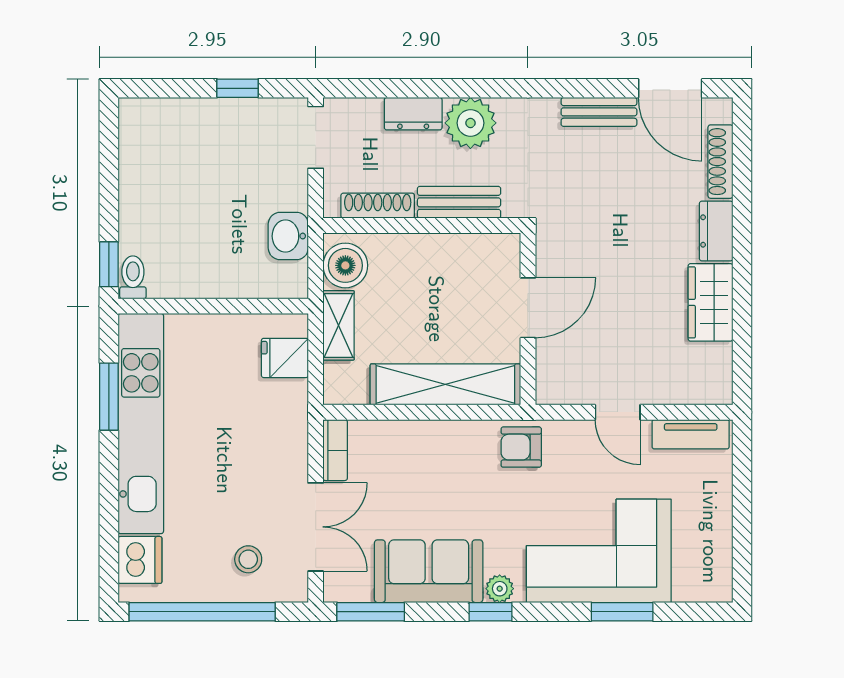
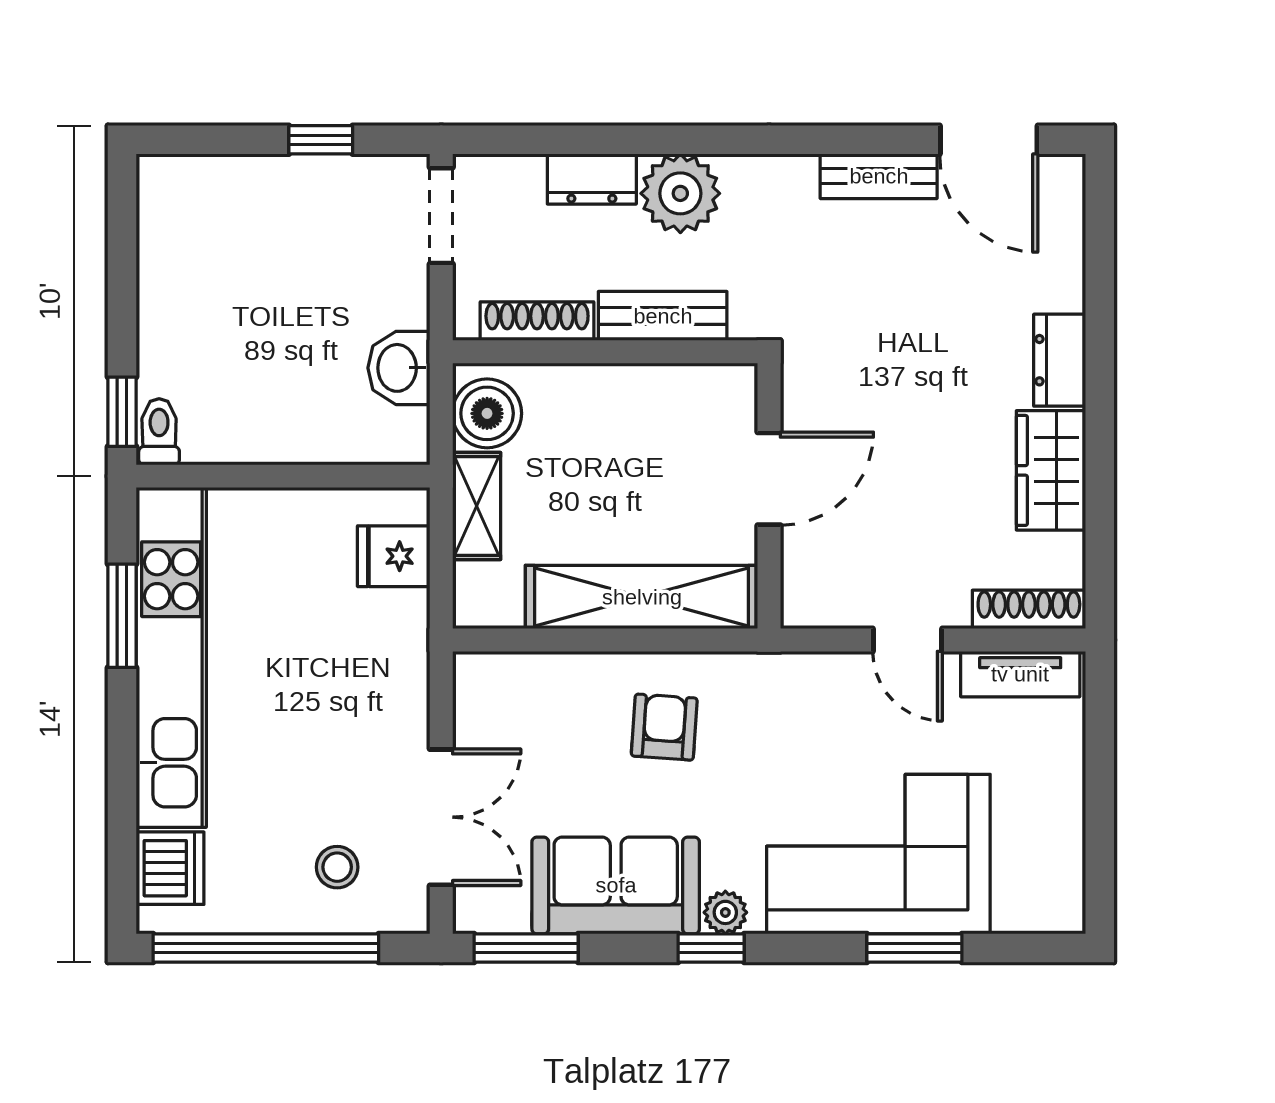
shoe rack: (720, 162) -> (1029, 609), moved, turned 90
armchair: (521, 447) -> (664, 727), moved, turned 94
bookcase: (335, 450) -> (471, 698), removed

